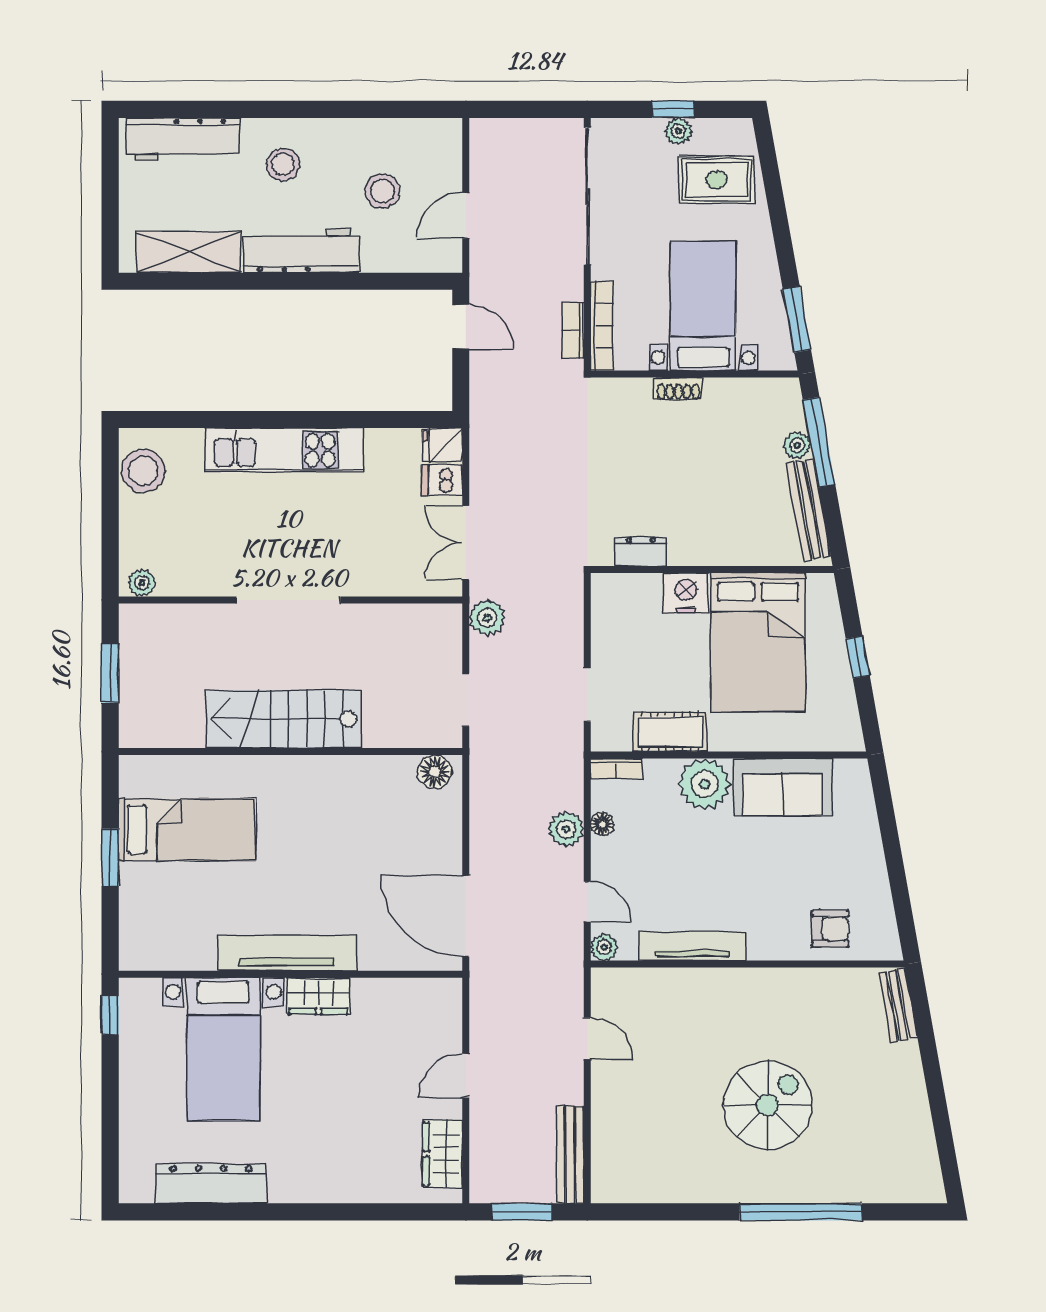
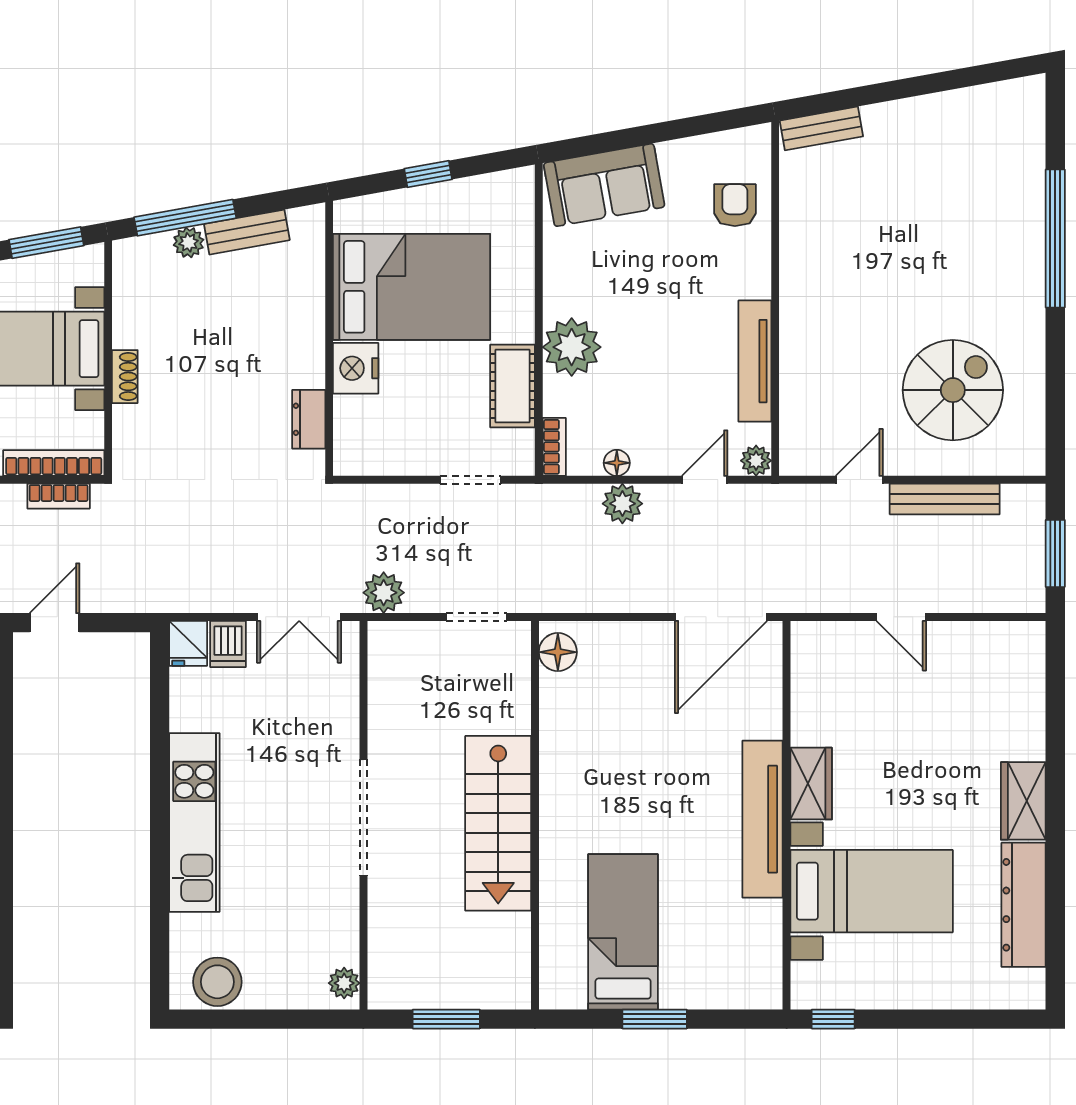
bench: (809, 510) -> (247, 232), width x0.73
sofa: (783, 787) -> (604, 185), moved, turned 80
spiral stairs: (768, 1105) -> (953, 390), moved, turned 90
wardrobe: (443, 1154) -> (1023, 801), moved, turned 90
bench: (570, 1155) -> (945, 499), moved

